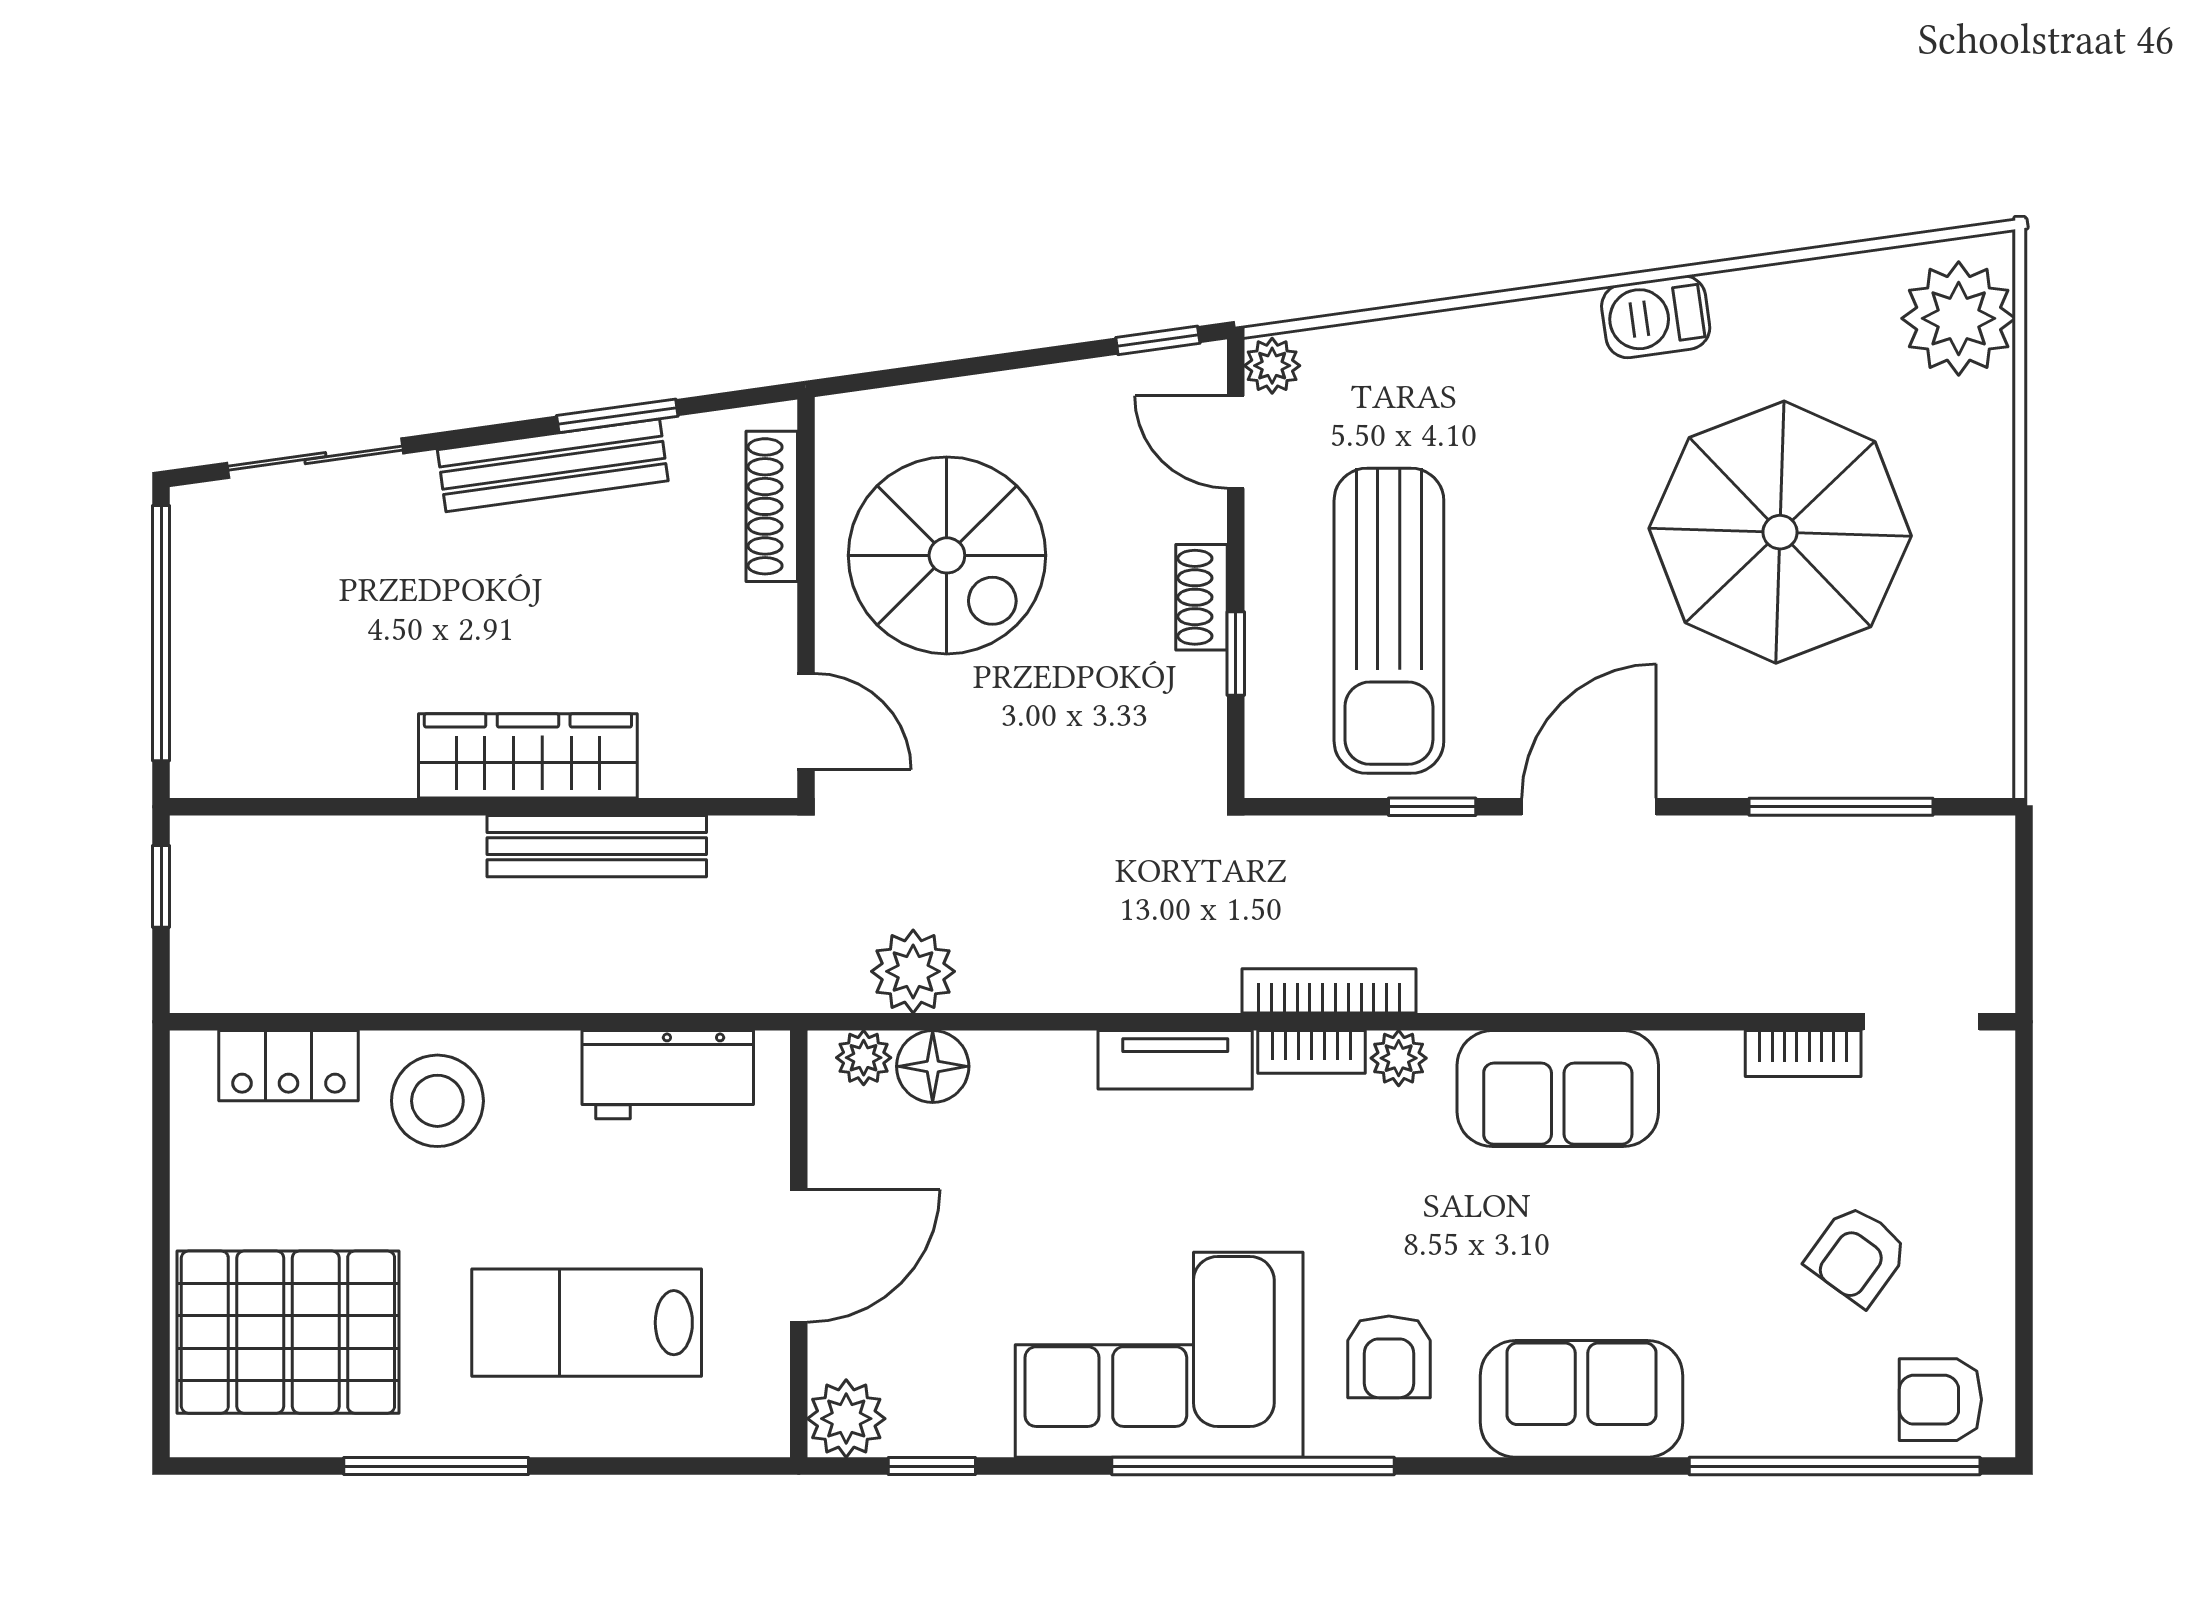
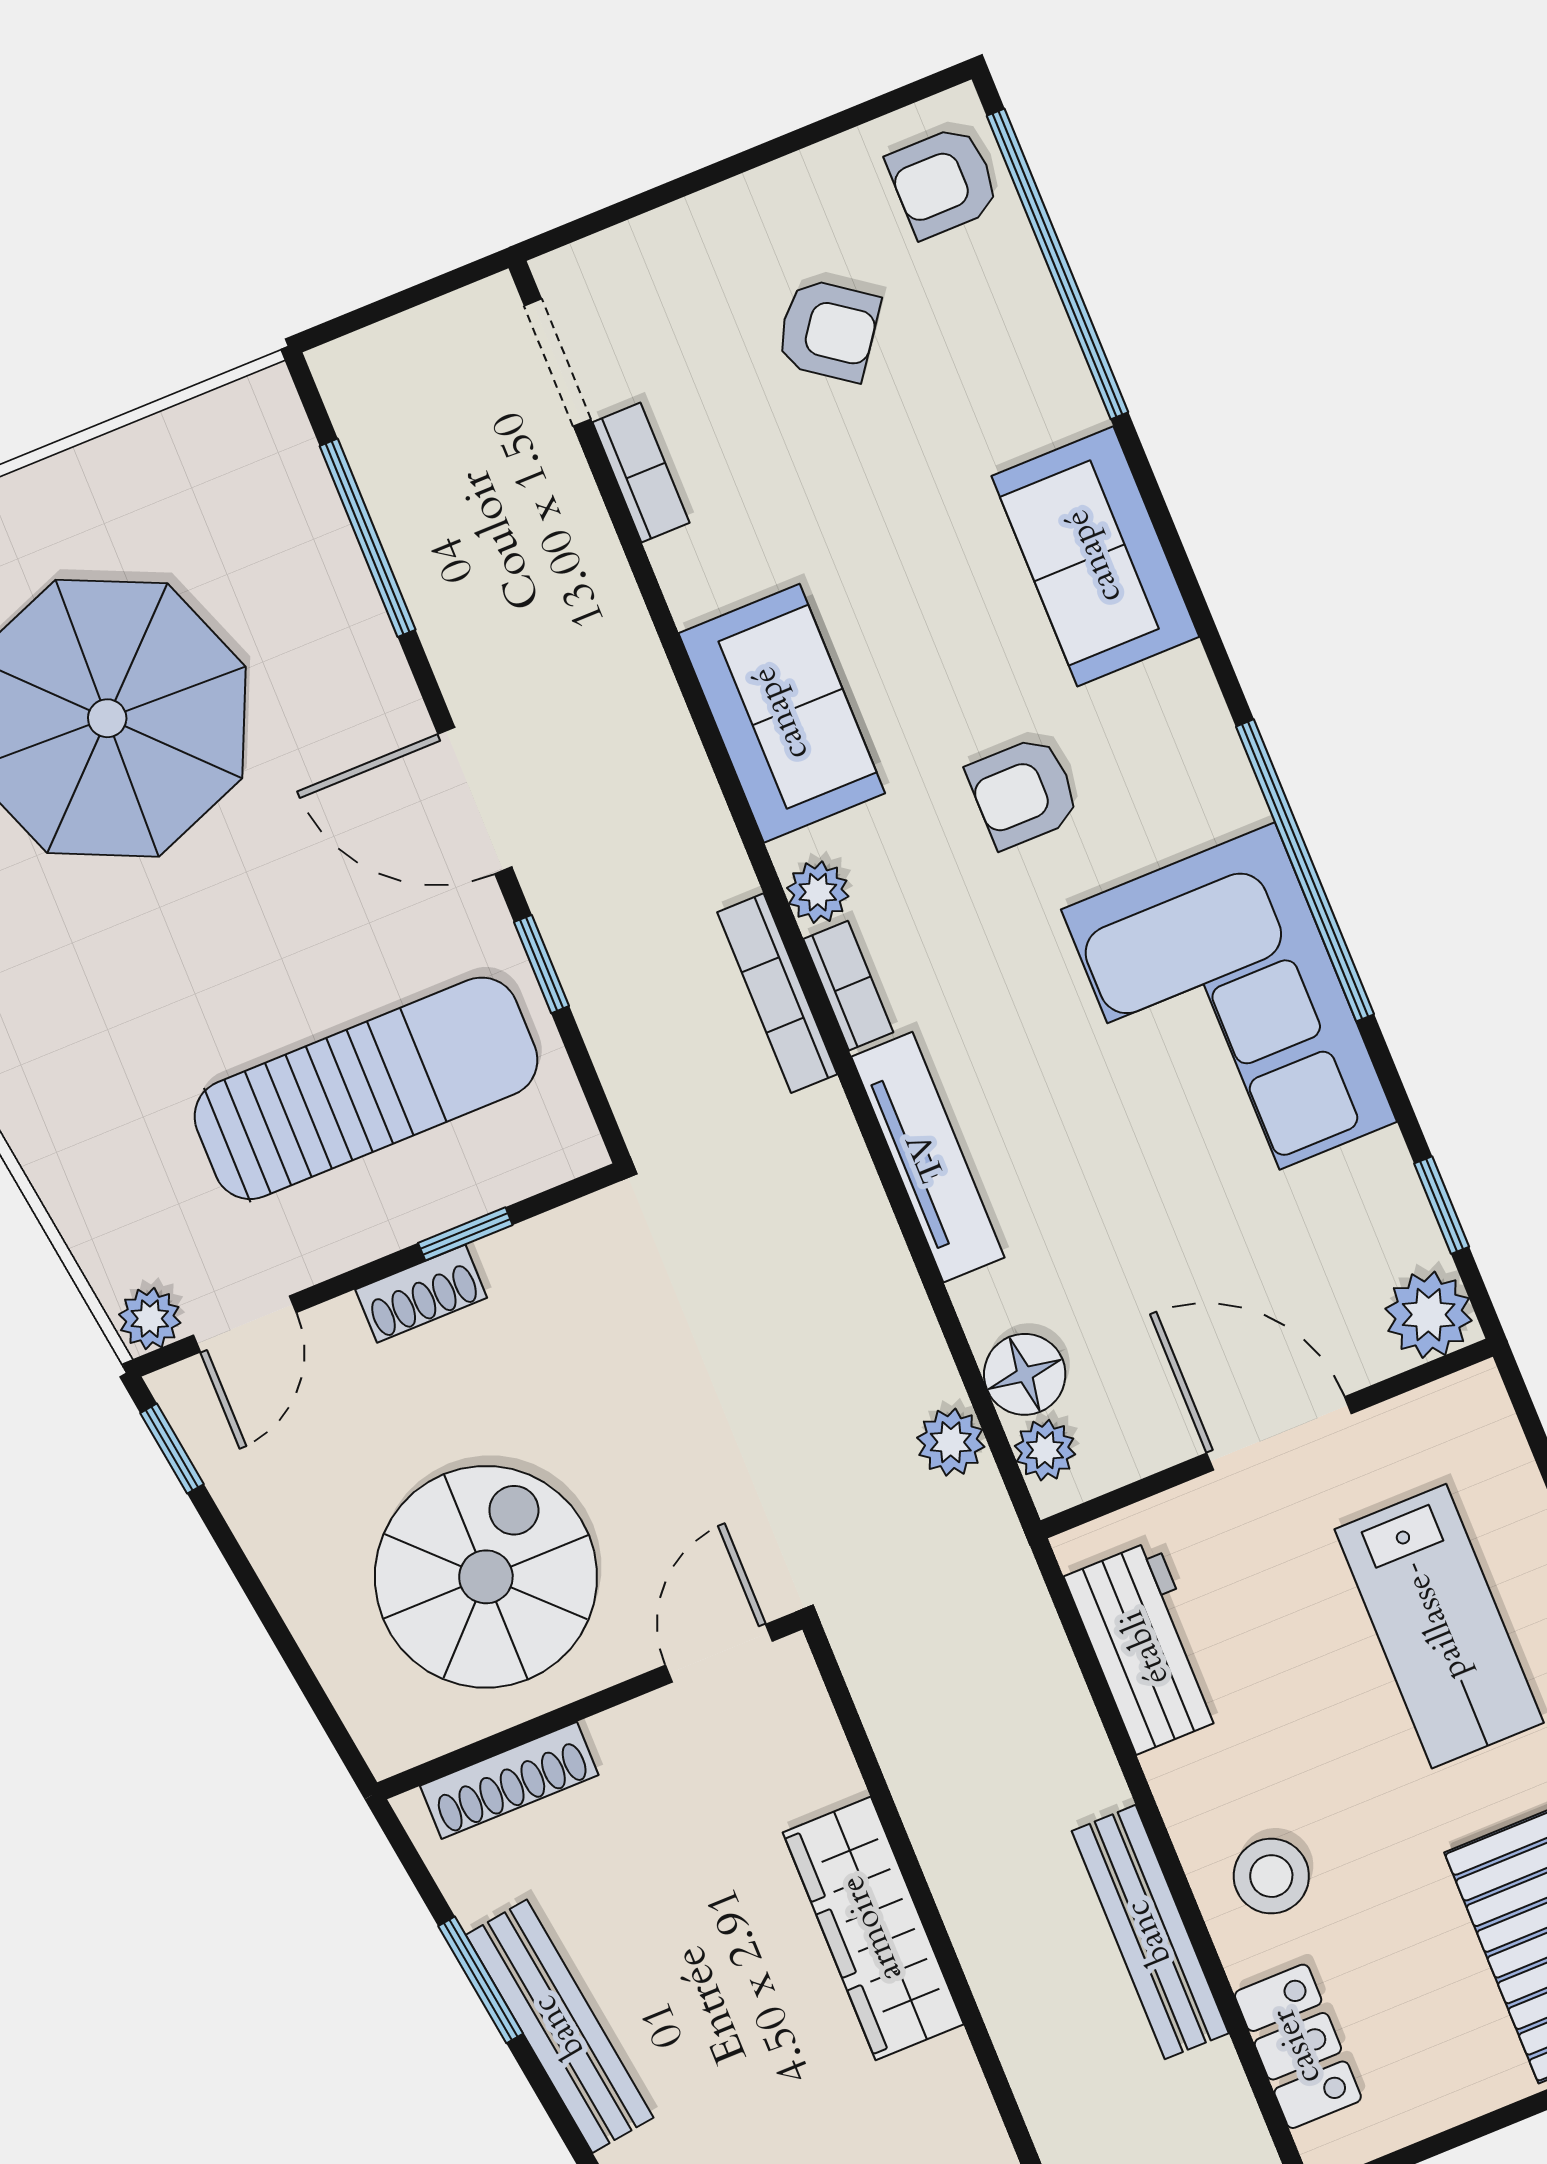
bench: (597, 846) -> (1150, 1932), moved
plant: (913, 971) -> (951, 1442), width x0.73, depth x0.73
tv unit: (1175, 1060) -> (928, 1157), width x1.41
stool: (437, 1101) -> (1271, 1876), width x0.73, depth x0.73
armchair: (1389, 1357) -> (1023, 792), moved, turned 180
armchair: (1940, 1400) -> (943, 182), turned 90

